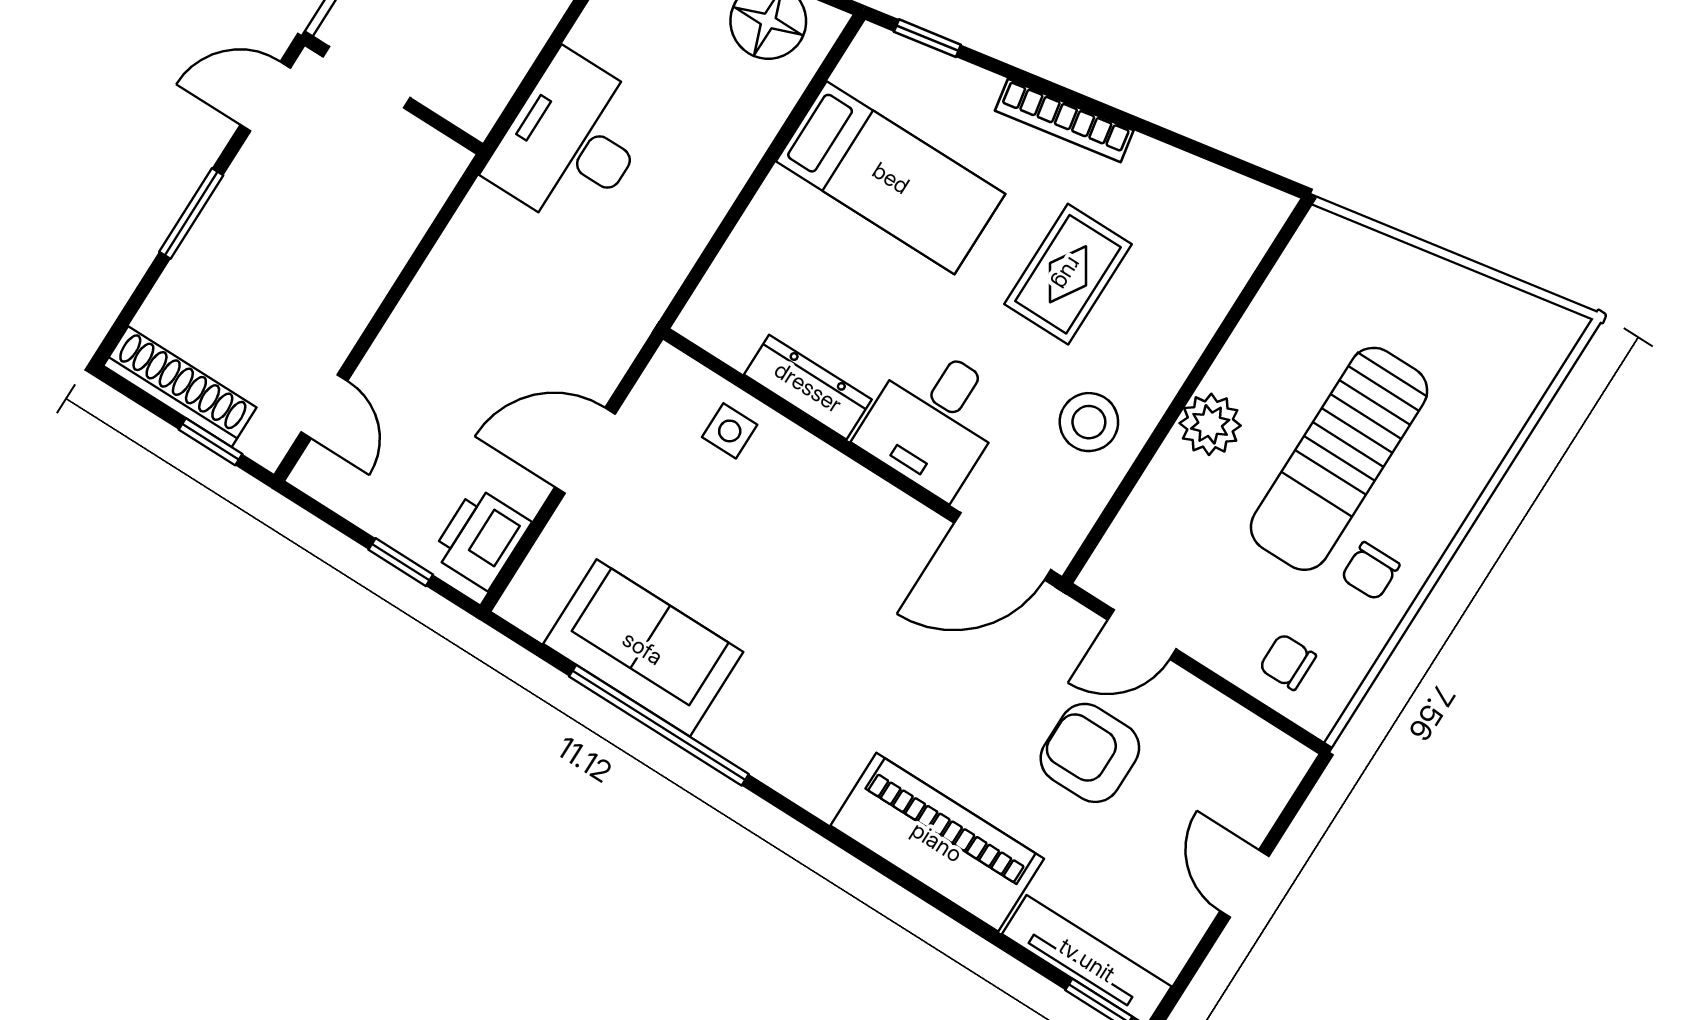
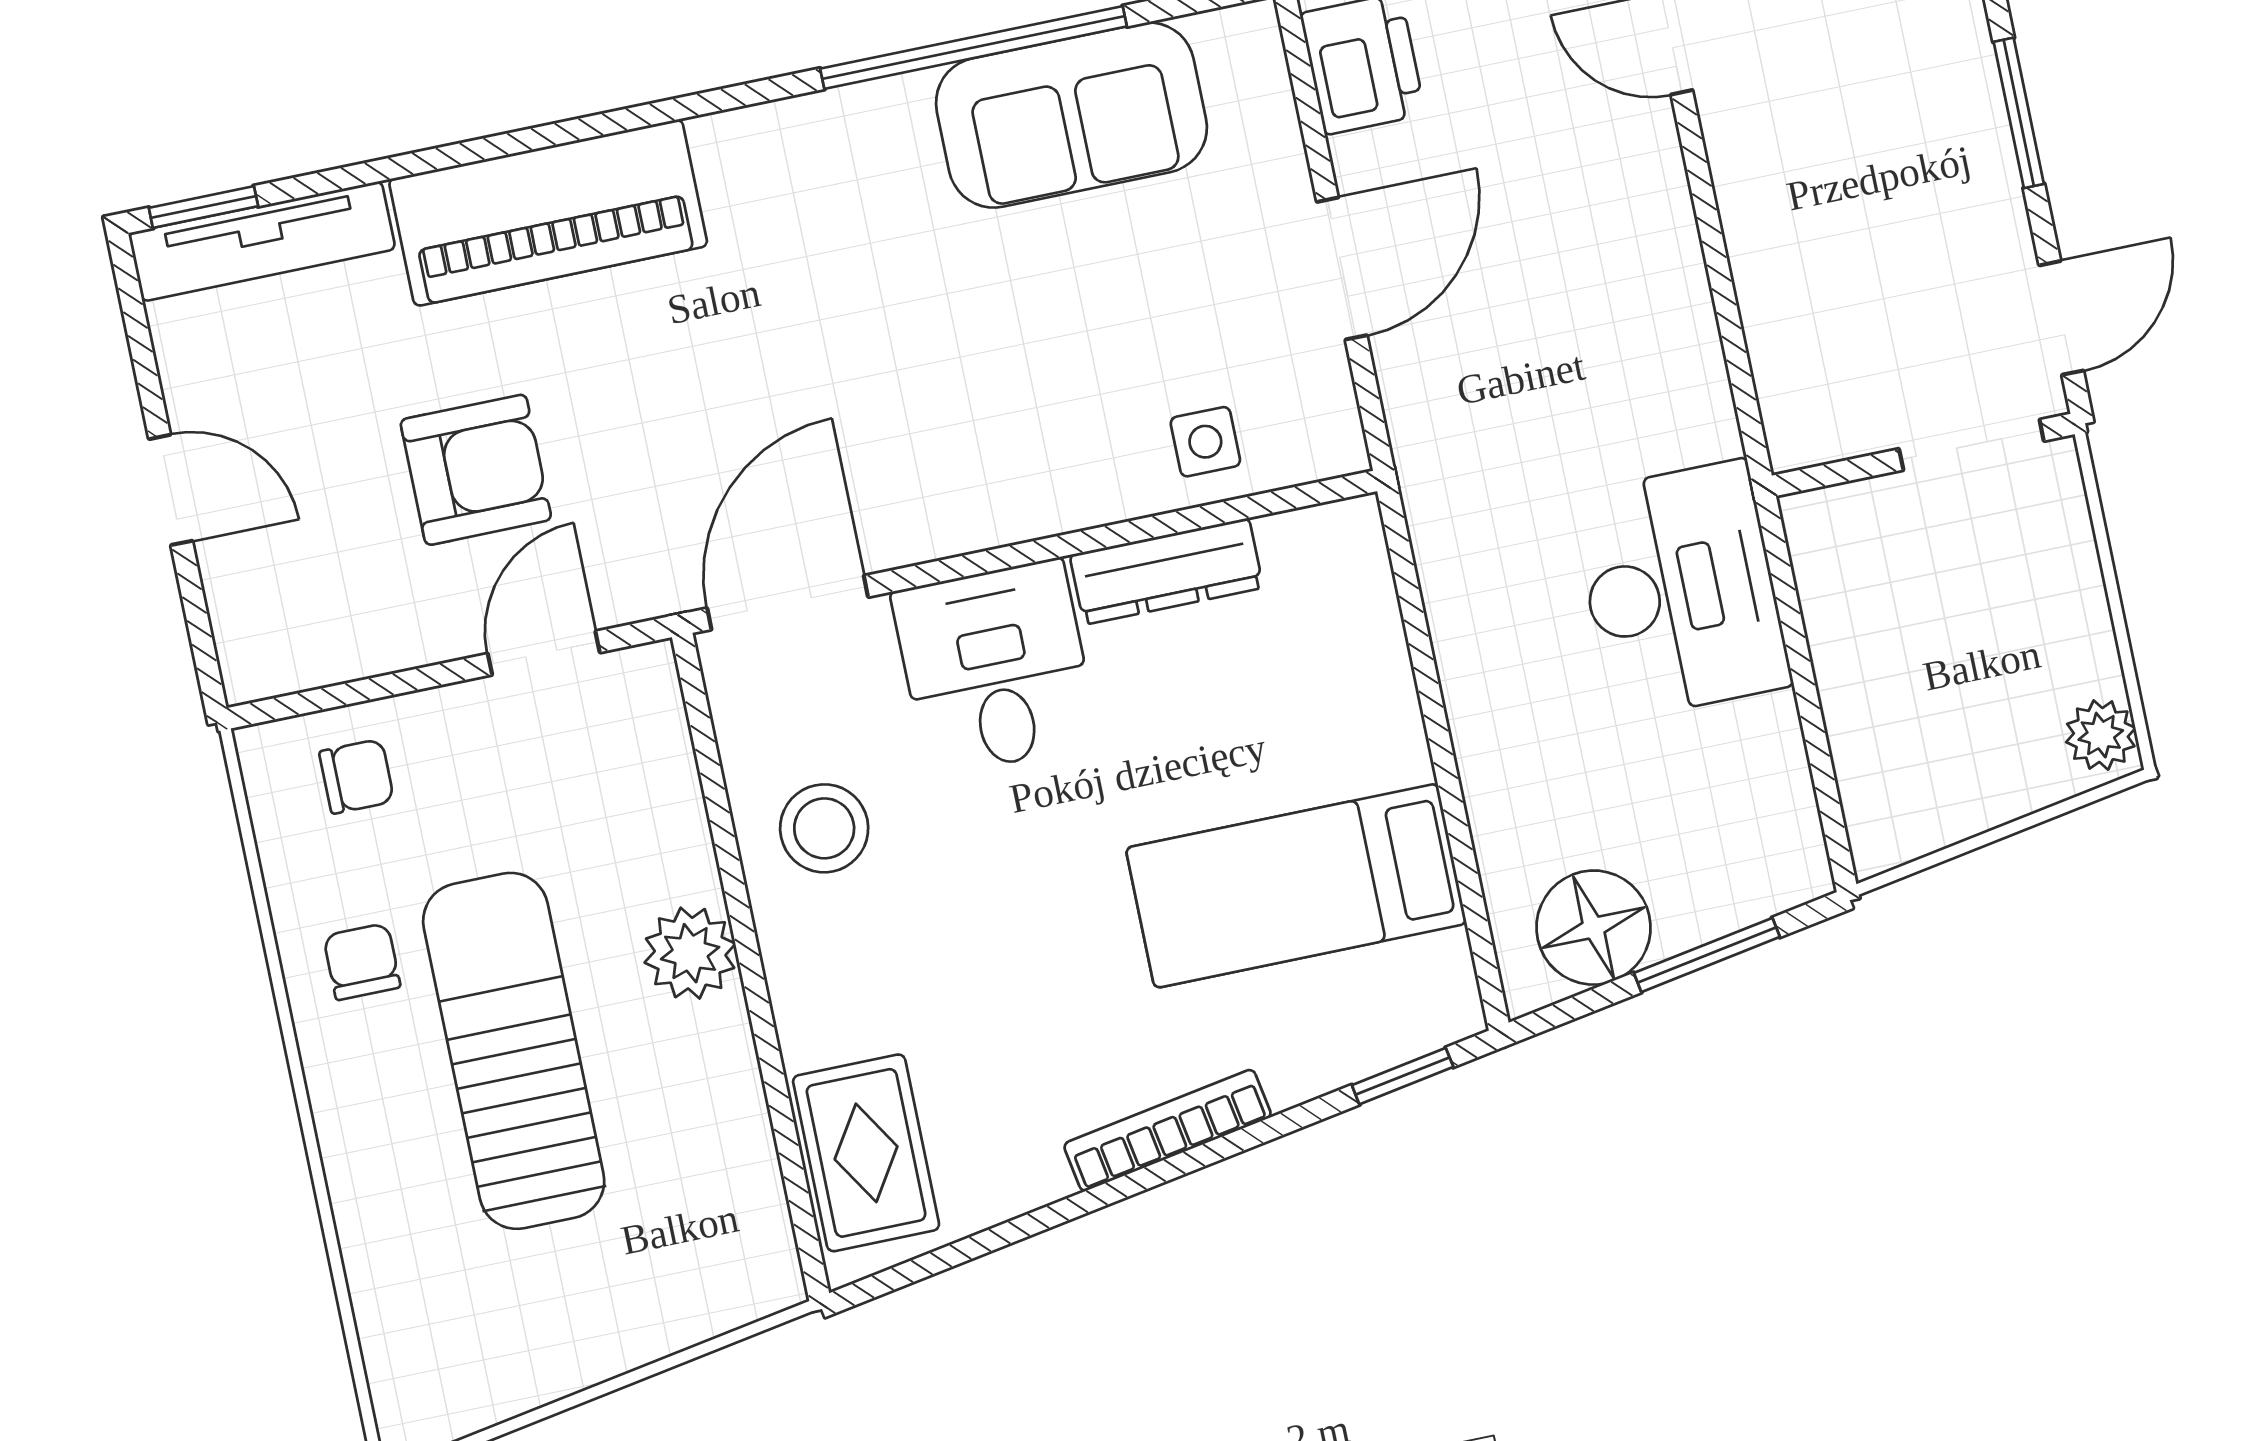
rug: (1068, 274) -> (866, 1153), moved

